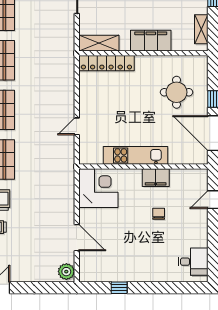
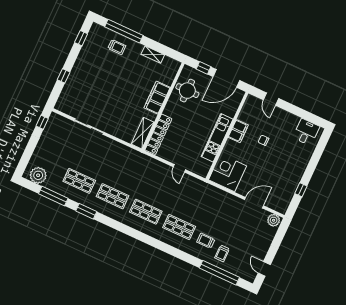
filing cabinet: (151, 41) -> (157, 98), moved
shelving: (99, 43) -> (143, 133), moved
wall: (143, 53) -> (163, 106), moved
locker: (106, 63) -> (158, 134), moved

